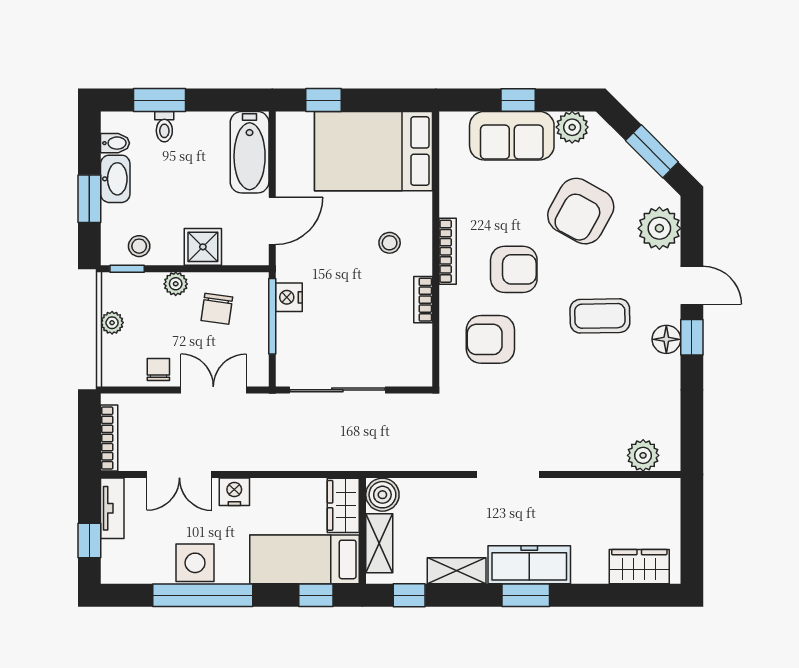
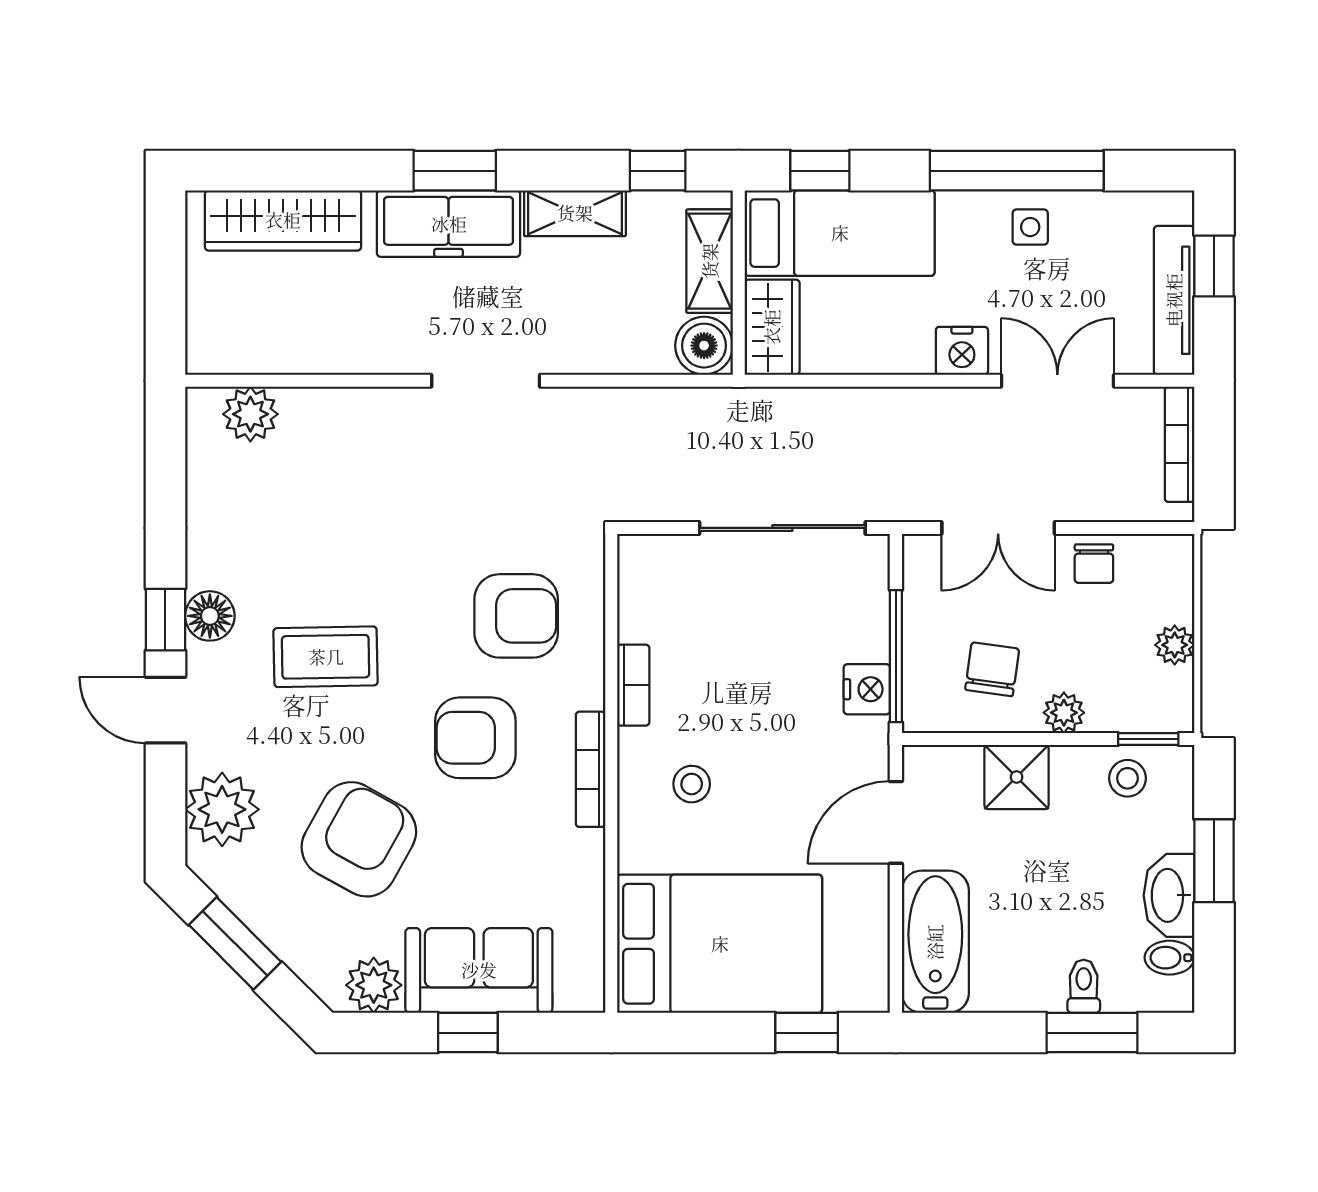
tv unit: (112, 508) -> (1174, 300), width x1.41
side table: (195, 563) -> (1030, 227), width x0.54, depth x0.54
wardrobe: (639, 567) -> (283, 220), width x1.50

